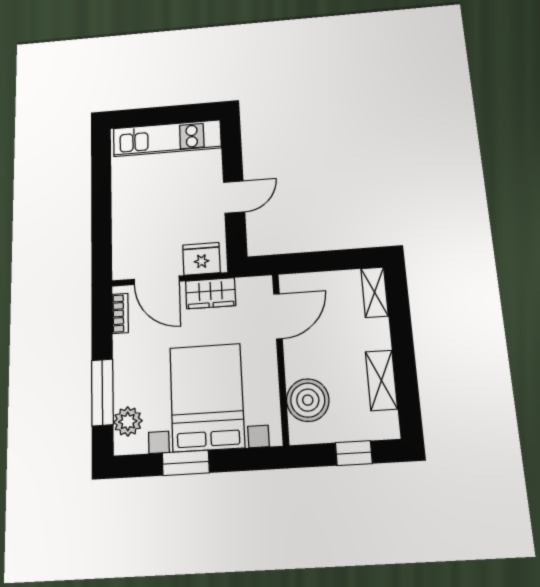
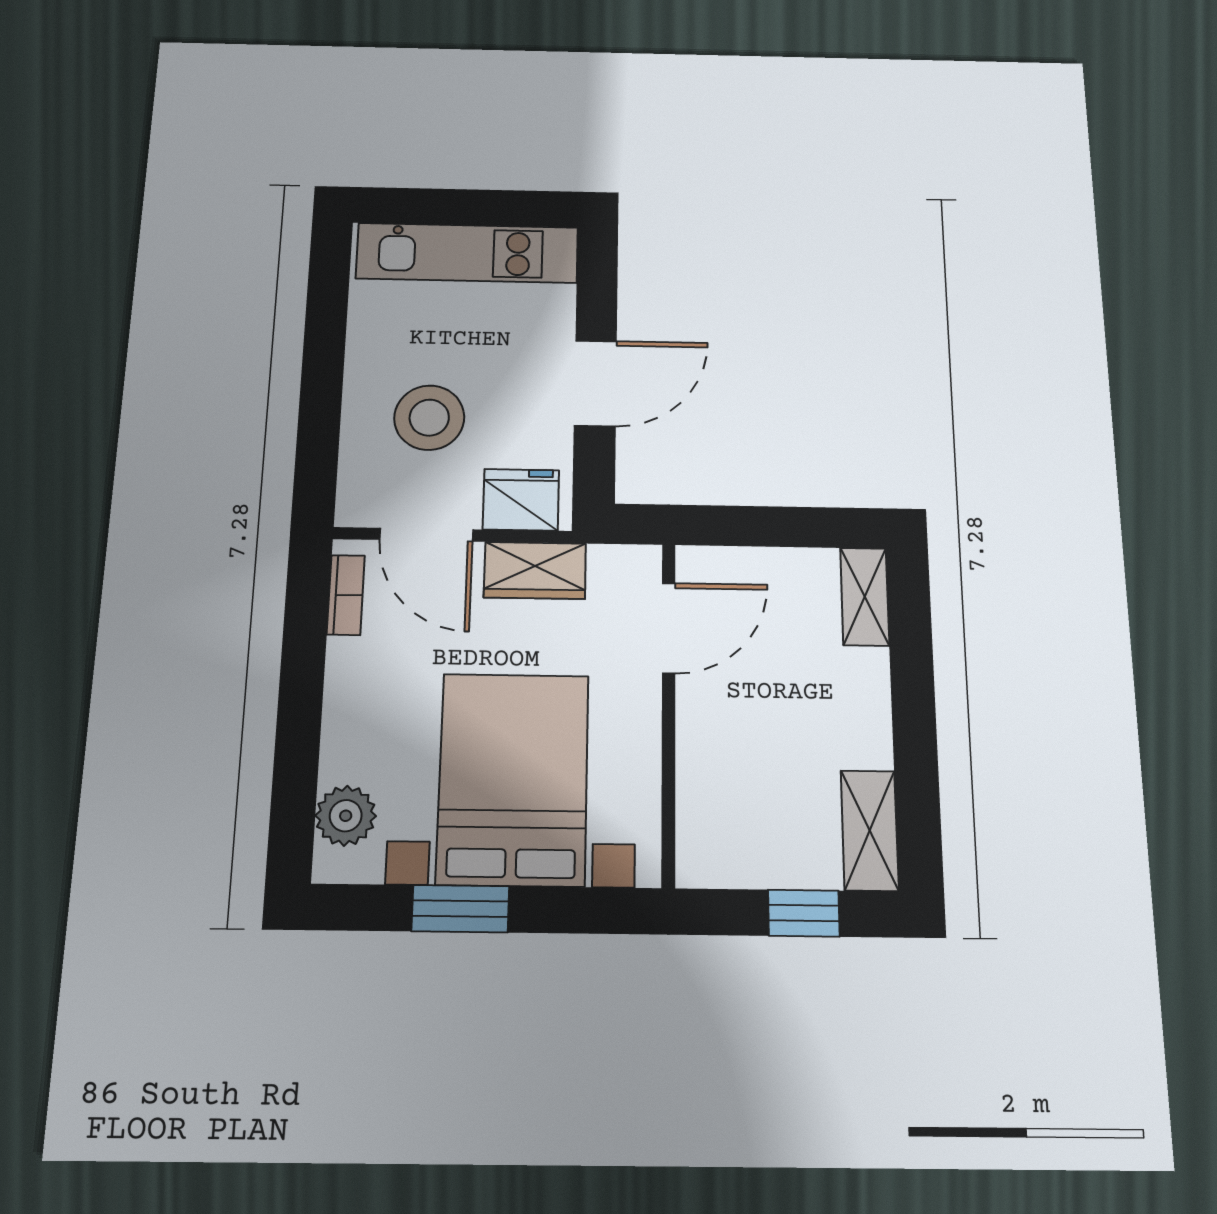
door: (234, 197) -> (595, 383), width x1.38
stool: (154, 222) -> (429, 418), added
shelving: (381, 380) -> (870, 830), moved
window: (102, 392) -> (297, 752), removed
boiler: (308, 400) -> (718, 800), removed

